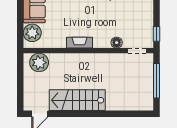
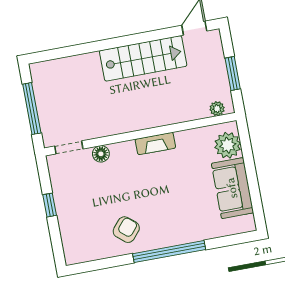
window: (157, 34) -> (50, 205), moved
plant: (39, 63) -> (217, 109), width x0.53, depth x0.53
window: (20, 79) -> (233, 74), added

